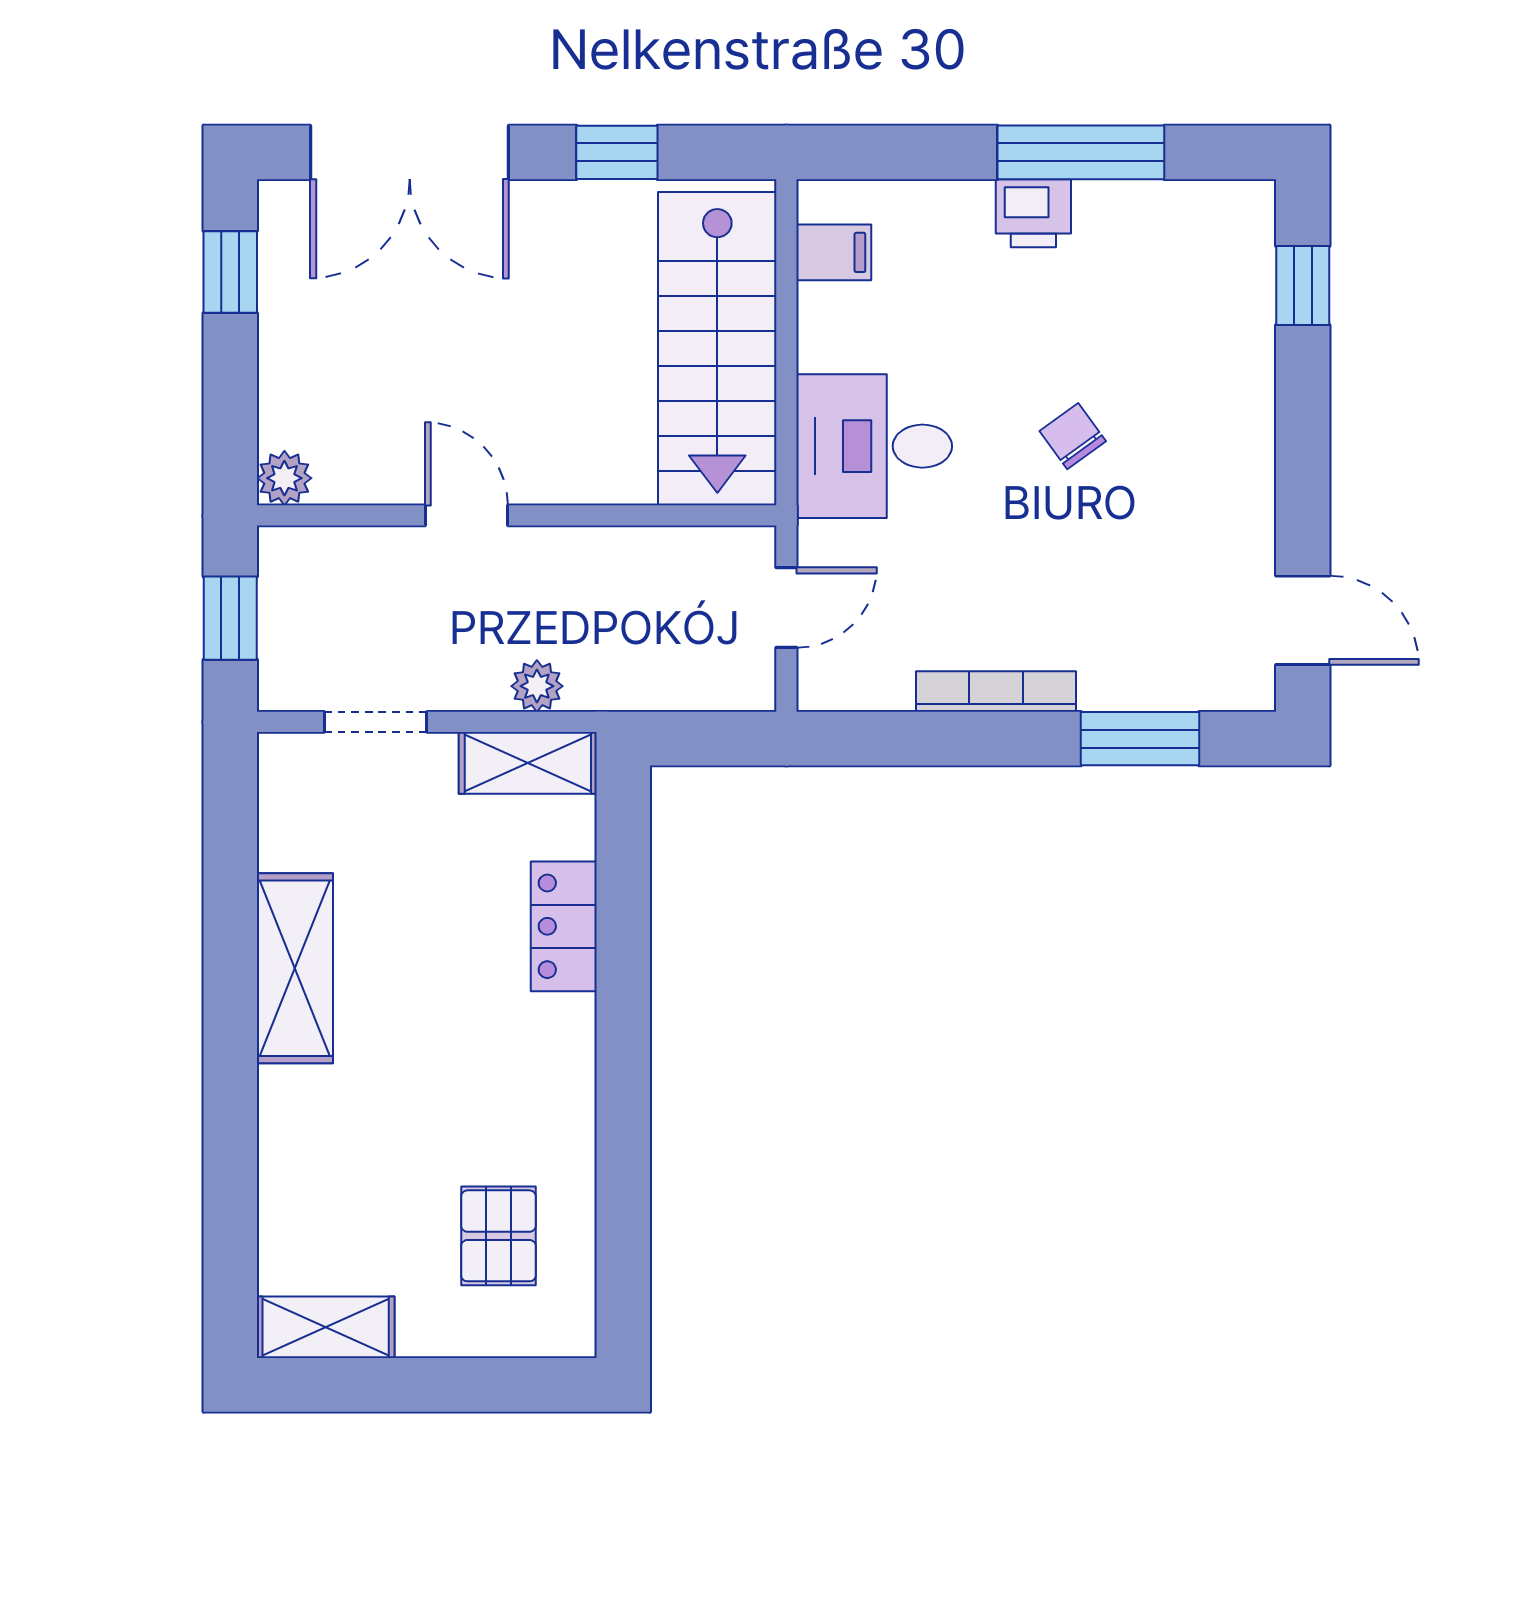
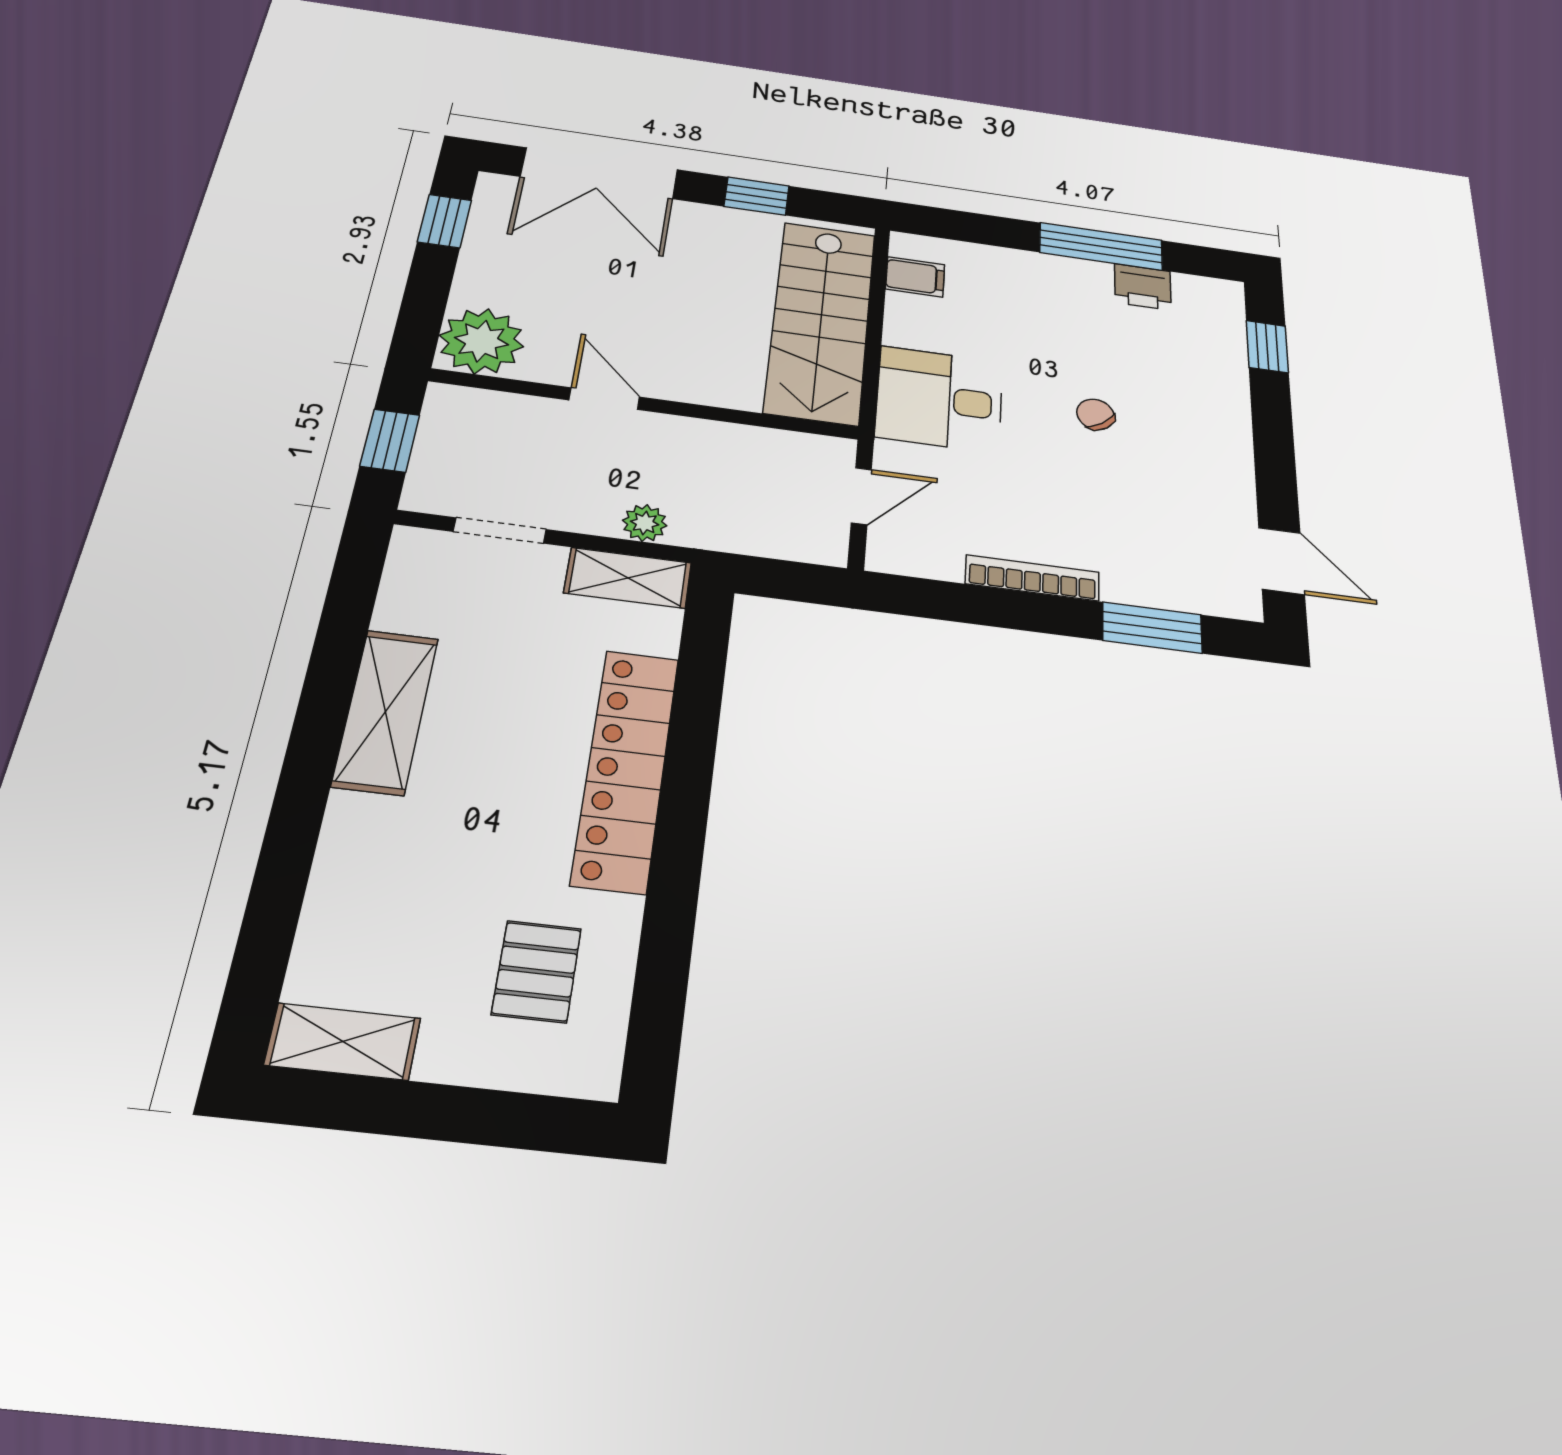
printer: (1033, 213) -> (1143, 287), moved
plant: (284, 478) -> (482, 341), width x1.88, depth x1.88
locker: (564, 926) -> (626, 769), width x2.16, depth x1.21

